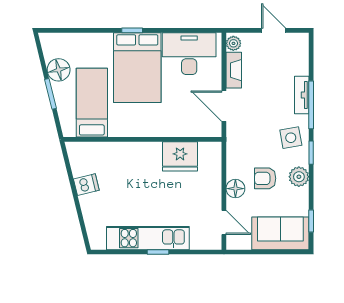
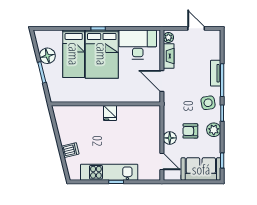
bed: (92, 103) -> (74, 54), moved, turned 180
fridge: (180, 156) -> (110, 113), moved, width x0.53, depth x0.75
dishwasher: (86, 185) -> (70, 150), moved

